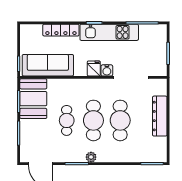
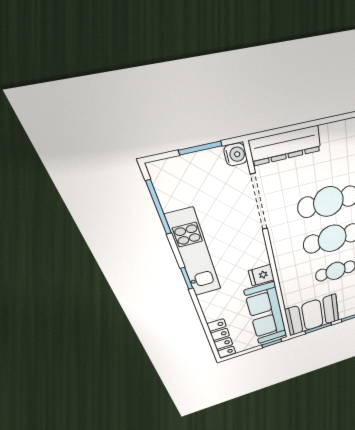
locker: (61, 30) -> (222, 339), moved
fridge: (94, 68) -> (261, 275), moved
water cooler: (107, 70) -> (236, 155), moved
dresser: (160, 116) -> (285, 146), moved

